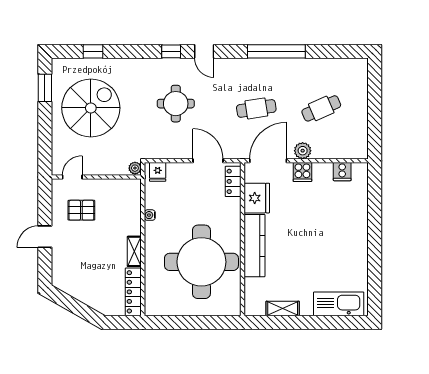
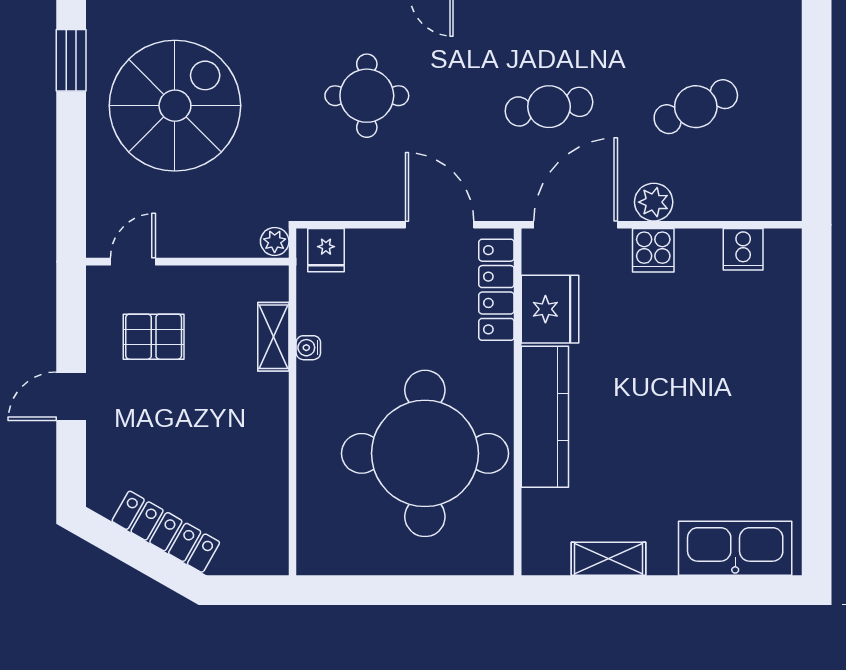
locker: (233, 181) -> (496, 290), width x1.53
shelving: (134, 251) -> (273, 337), moved
locker: (133, 292) -> (166, 532), moved, turned 120

